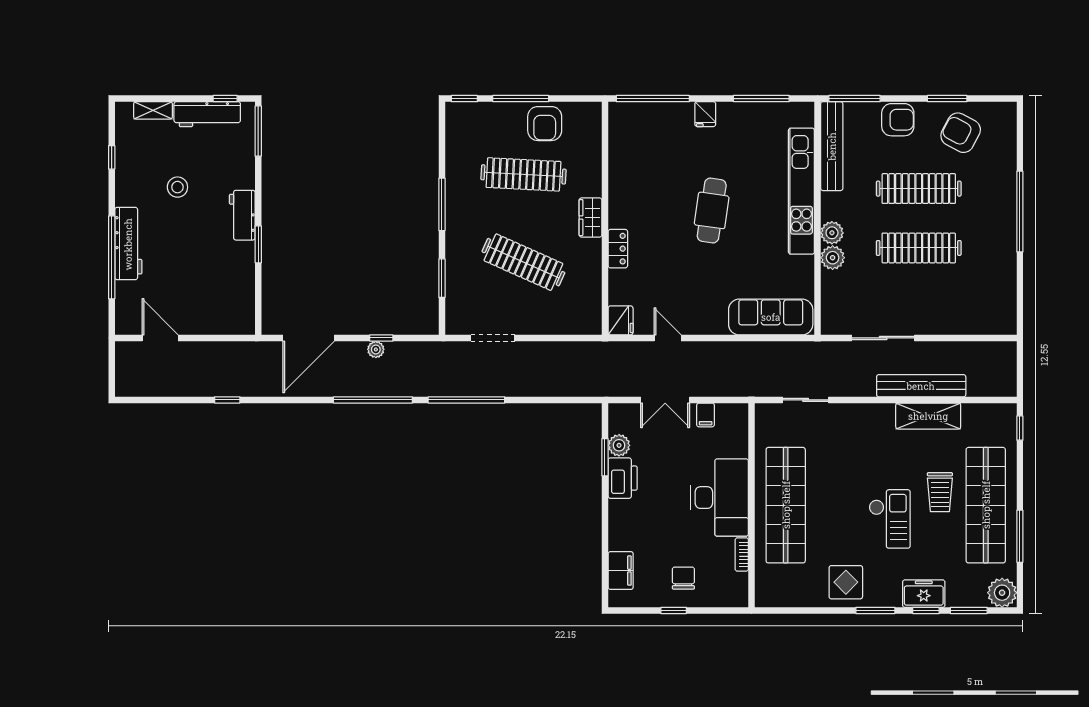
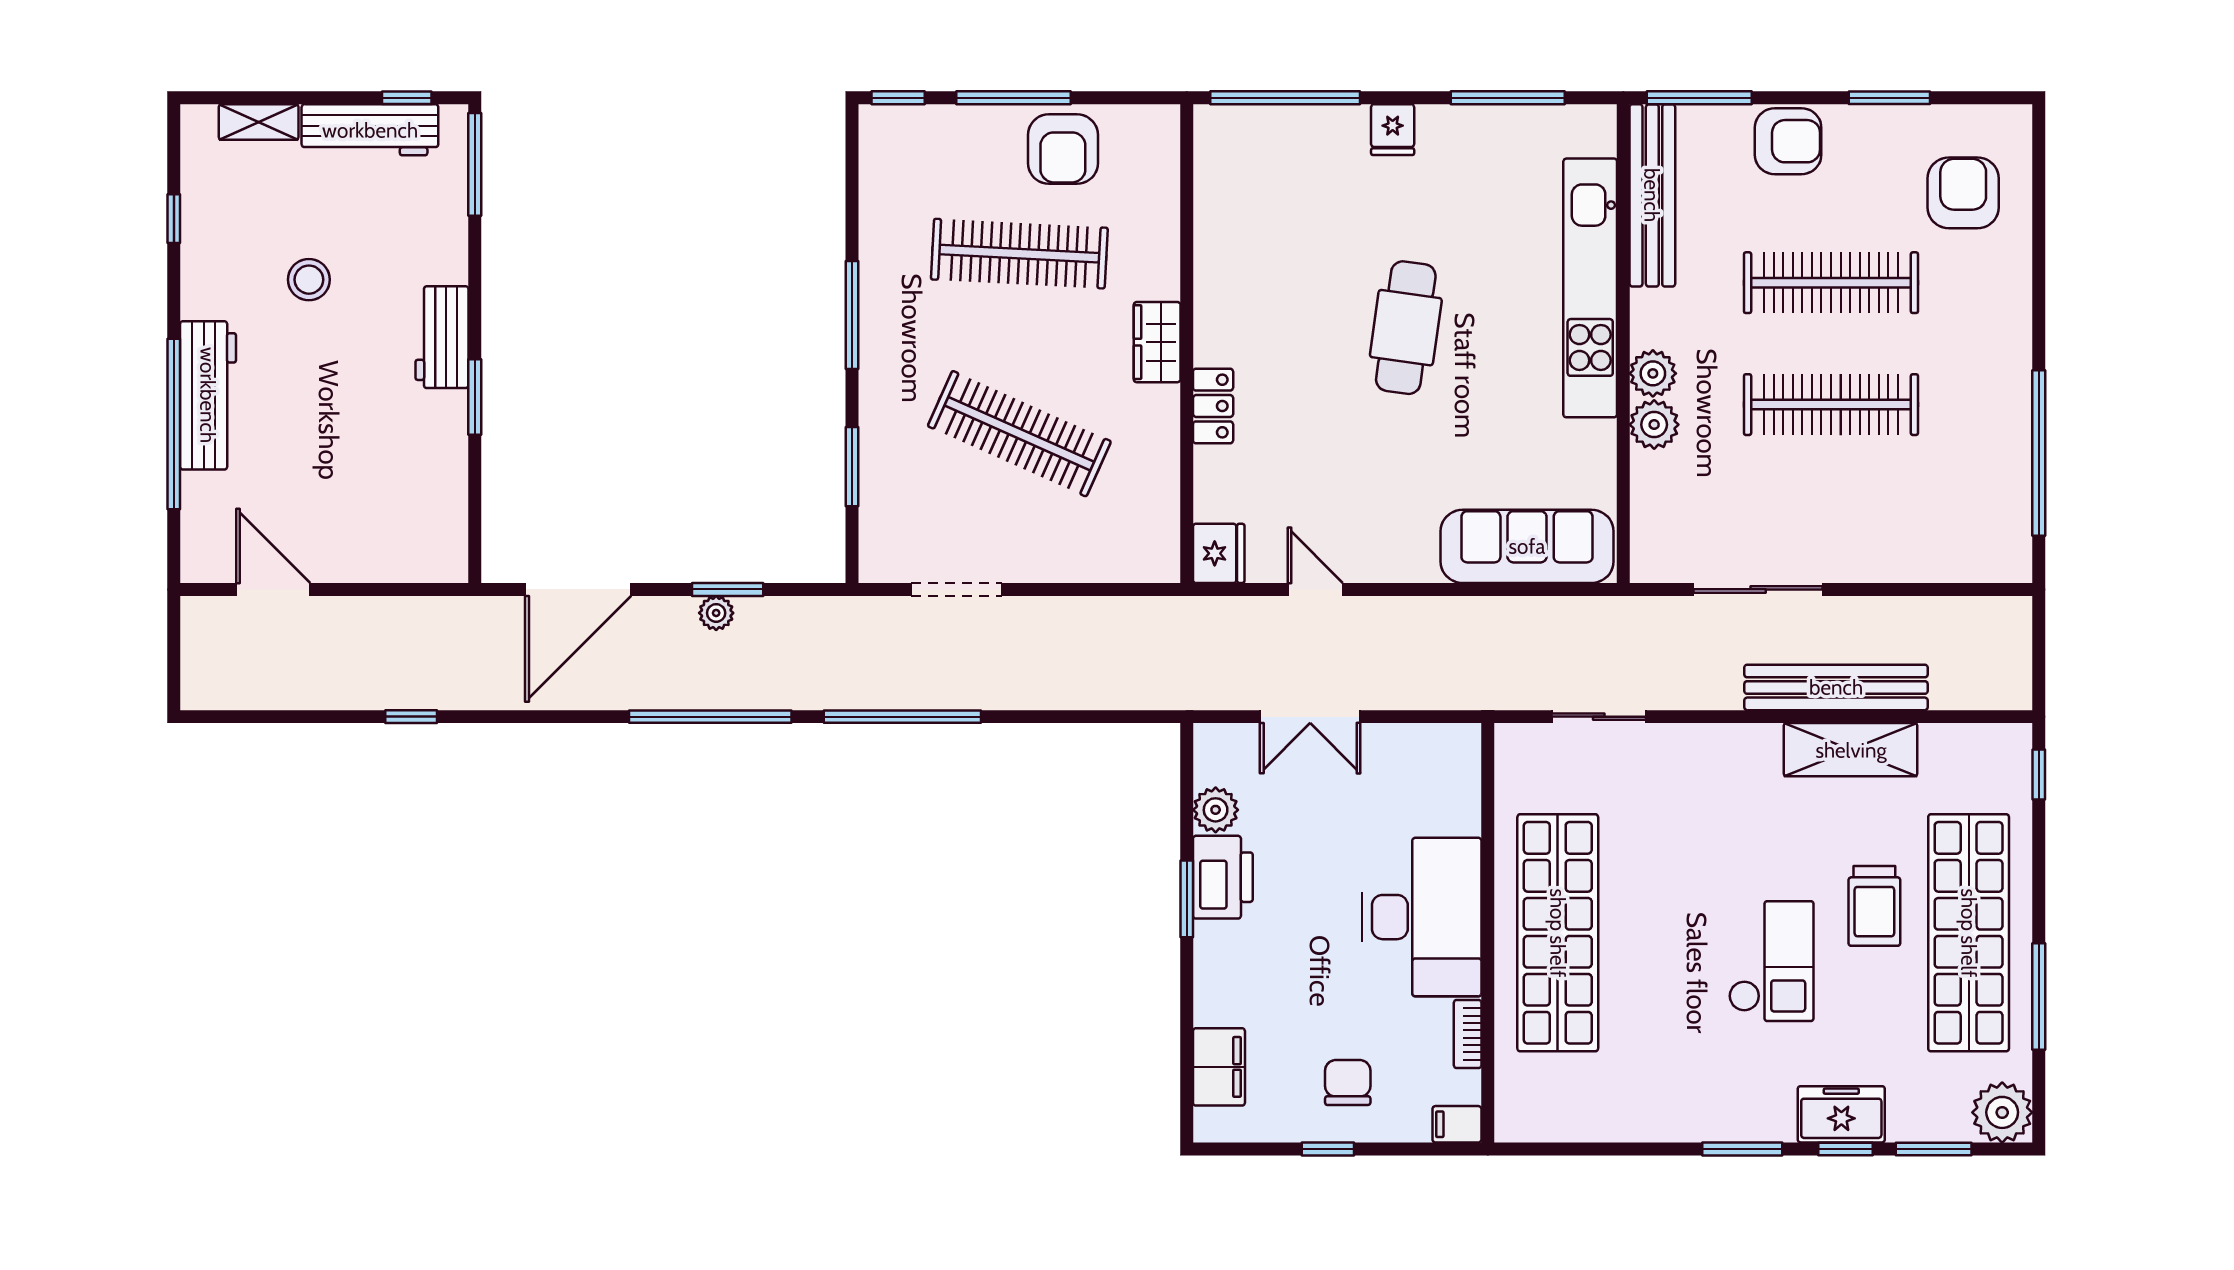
armchair: (961, 133) -> (1963, 193), moved, turned 62
window: (1020, 212) -> (2039, 453), moved
window: (381, 338) -> (728, 589), width x1.50
filing cabinet: (706, 415) -> (1457, 1124), moved, turned 90
window: (605, 457) -> (1187, 899), moved
display table: (846, 582) -> (1681, 1091), removed

